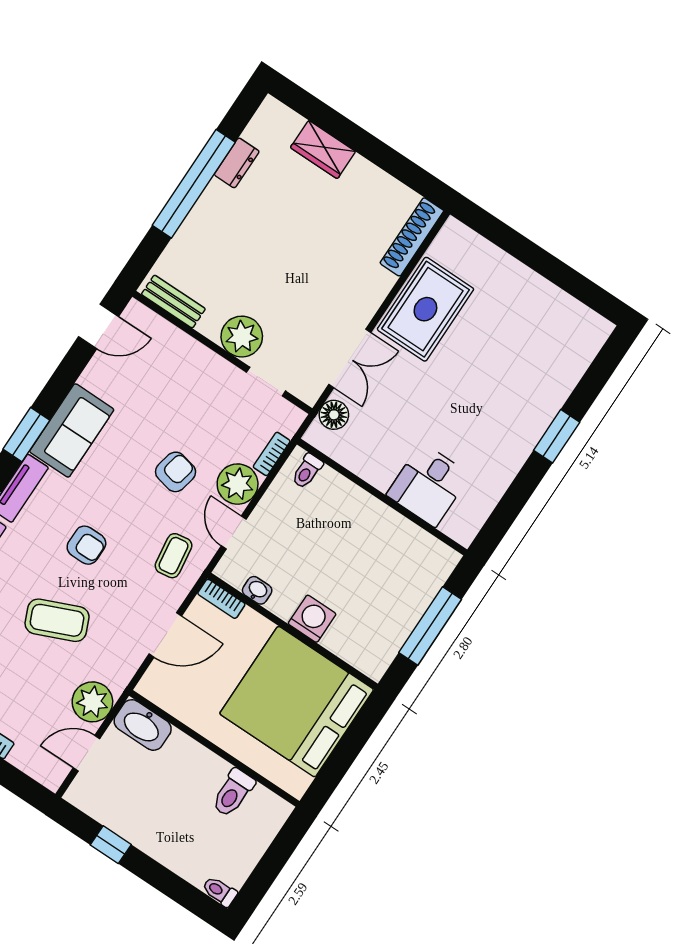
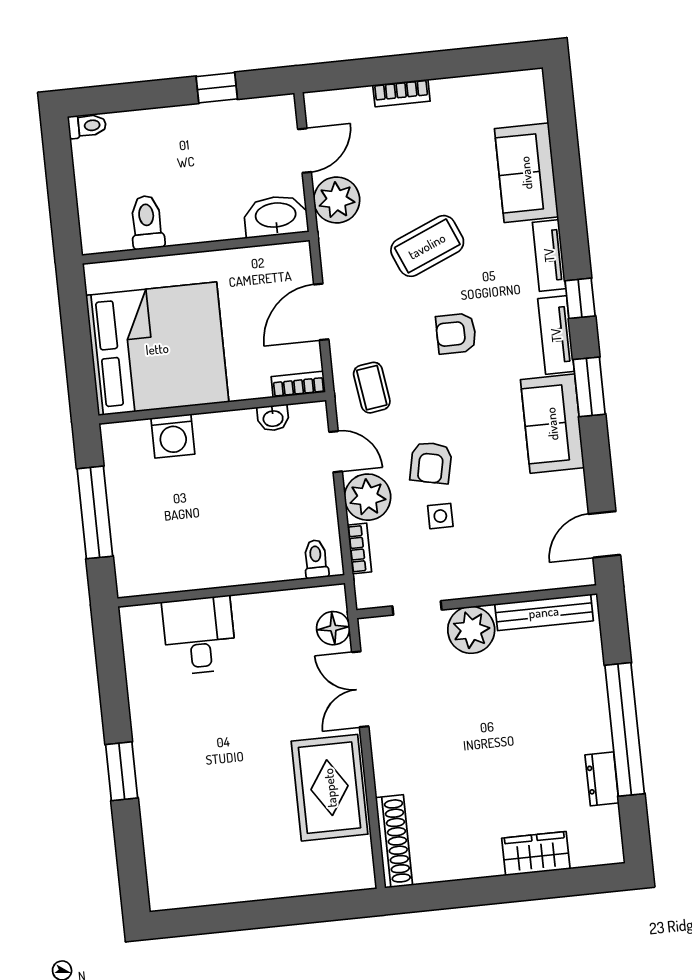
bench: (173, 301) -> (544, 612), width x1.36
side table: (199, 431) -> (440, 516), added
washing machine: (312, 619) -> (173, 436), moved

